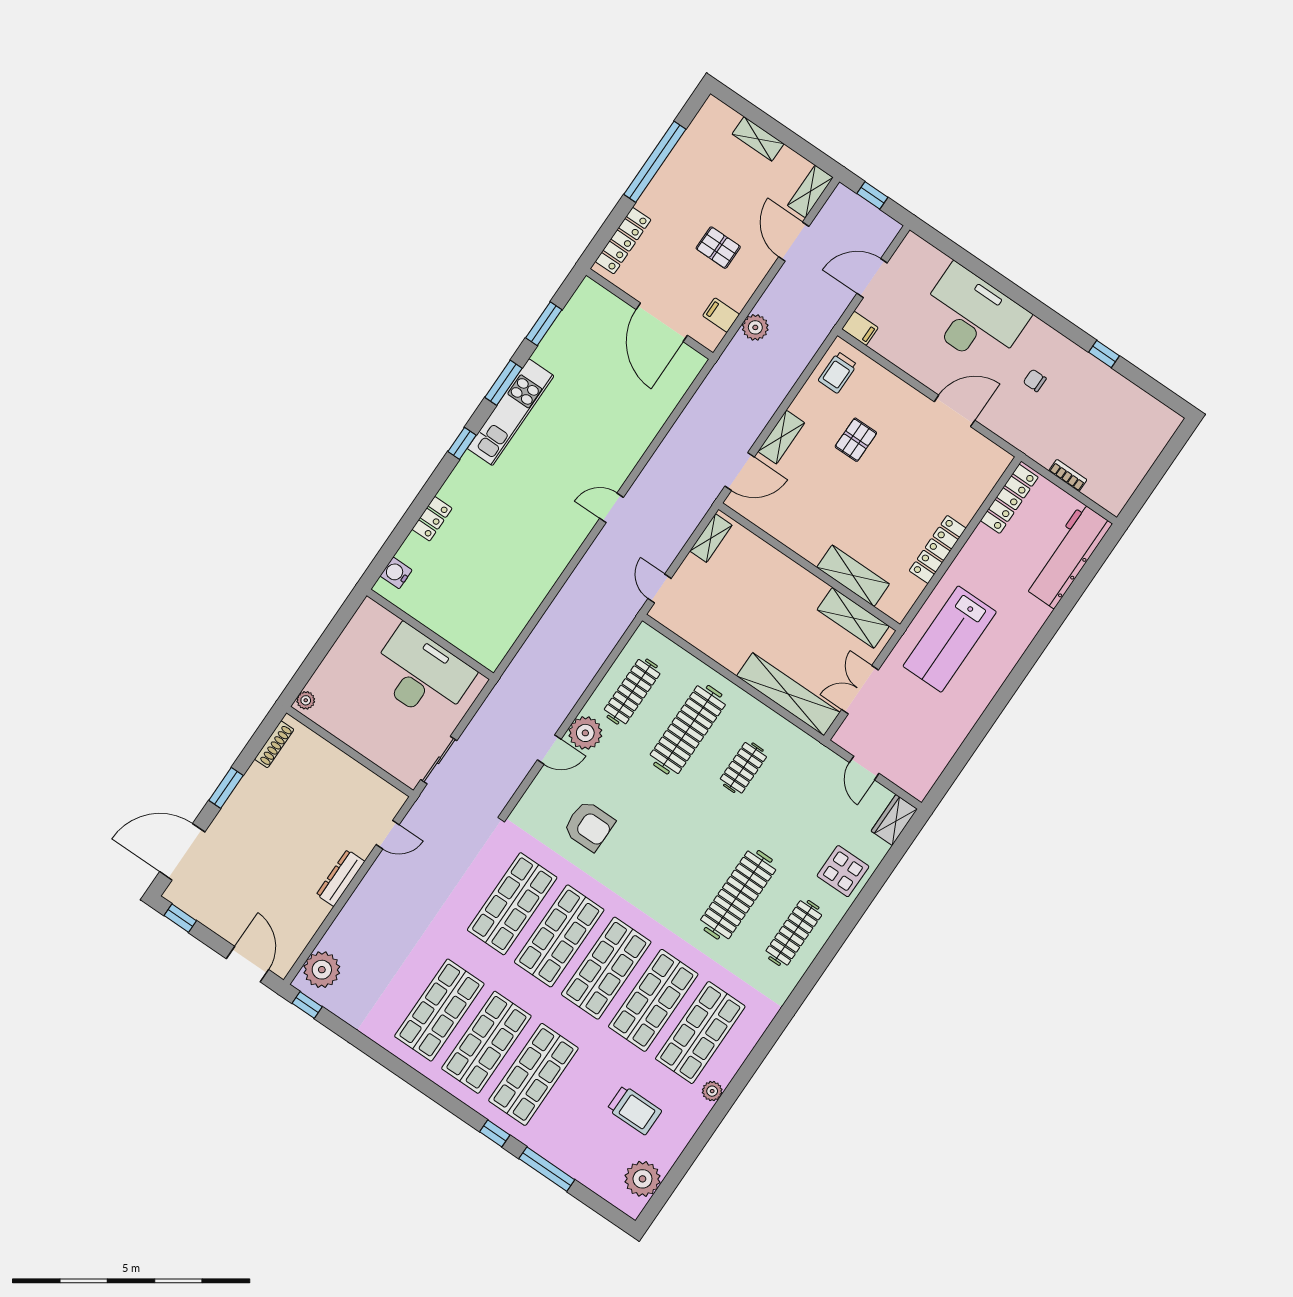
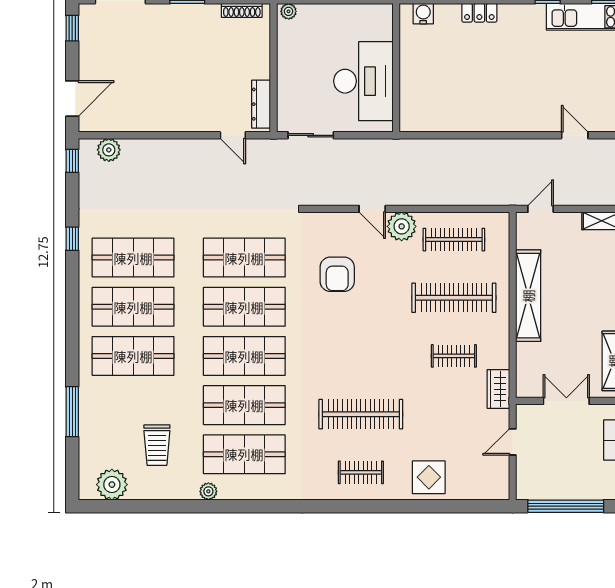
shelving: (788, 694) -> (528, 296), moved
window: (960, 759) -> (566, 506), added
wardrobe: (894, 820) -> (498, 389), moved, turned -90
dresser: (341, 878) -> (261, 104), moved, turned -90
clothes rail: (794, 933) -> (361, 472), width x0.73
plant: (322, 970) -> (109, 150), width x0.73, depth x0.73
window: (495, 1133) -> (72, 239), moved

